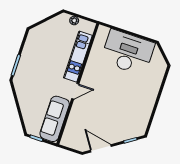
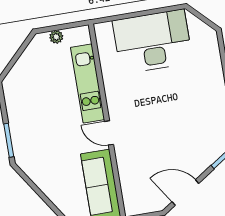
door: (75, 91) -> (109, 133), swing flipped

